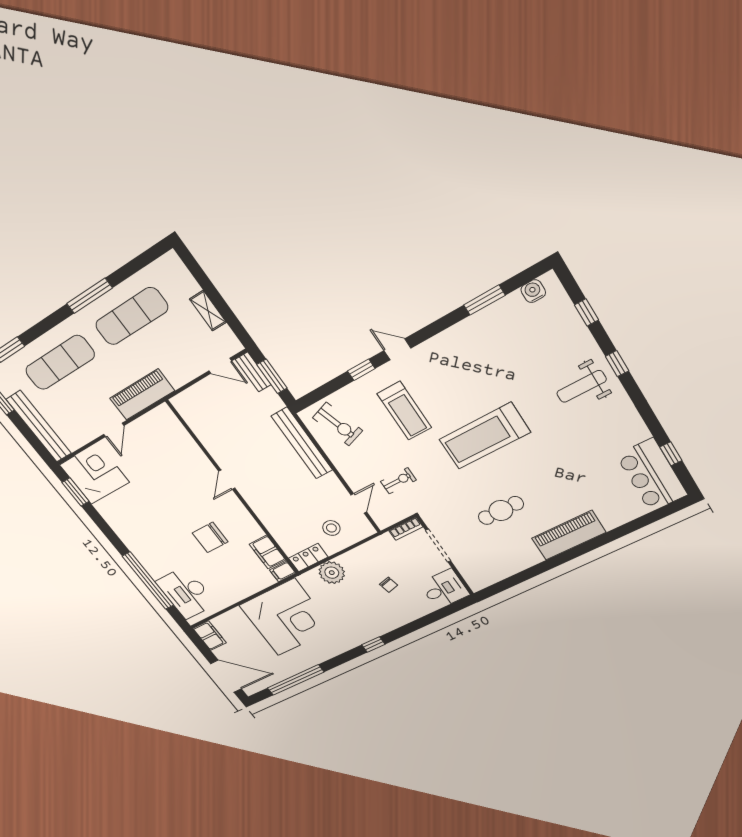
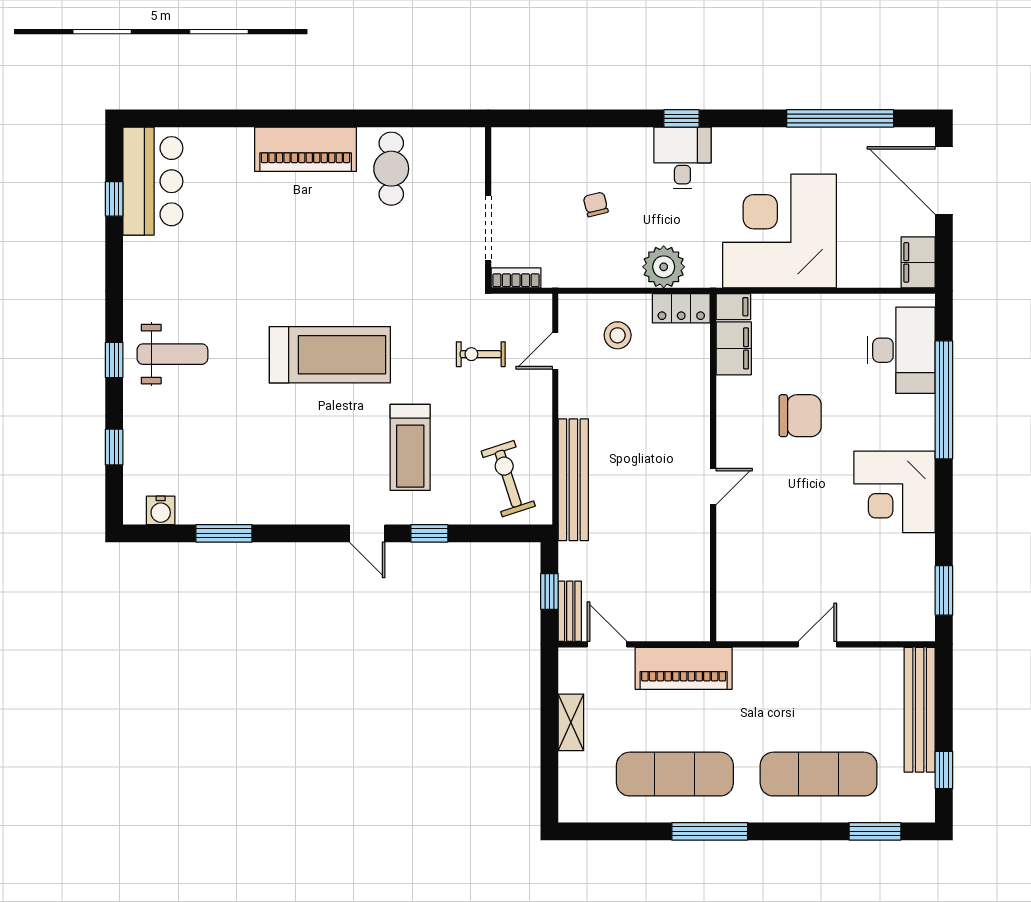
window: (272, 376) -> (549, 591), width x0.67
piano: (142, 394) -> (684, 668), moved
treadmill: (404, 411) -> (410, 447), turned 180
corner desk: (94, 474) -> (894, 492), moved
cafe table: (501, 511) -> (391, 169), moved, turned 90
desk: (444, 589) -> (682, 158), moved, turned 90

